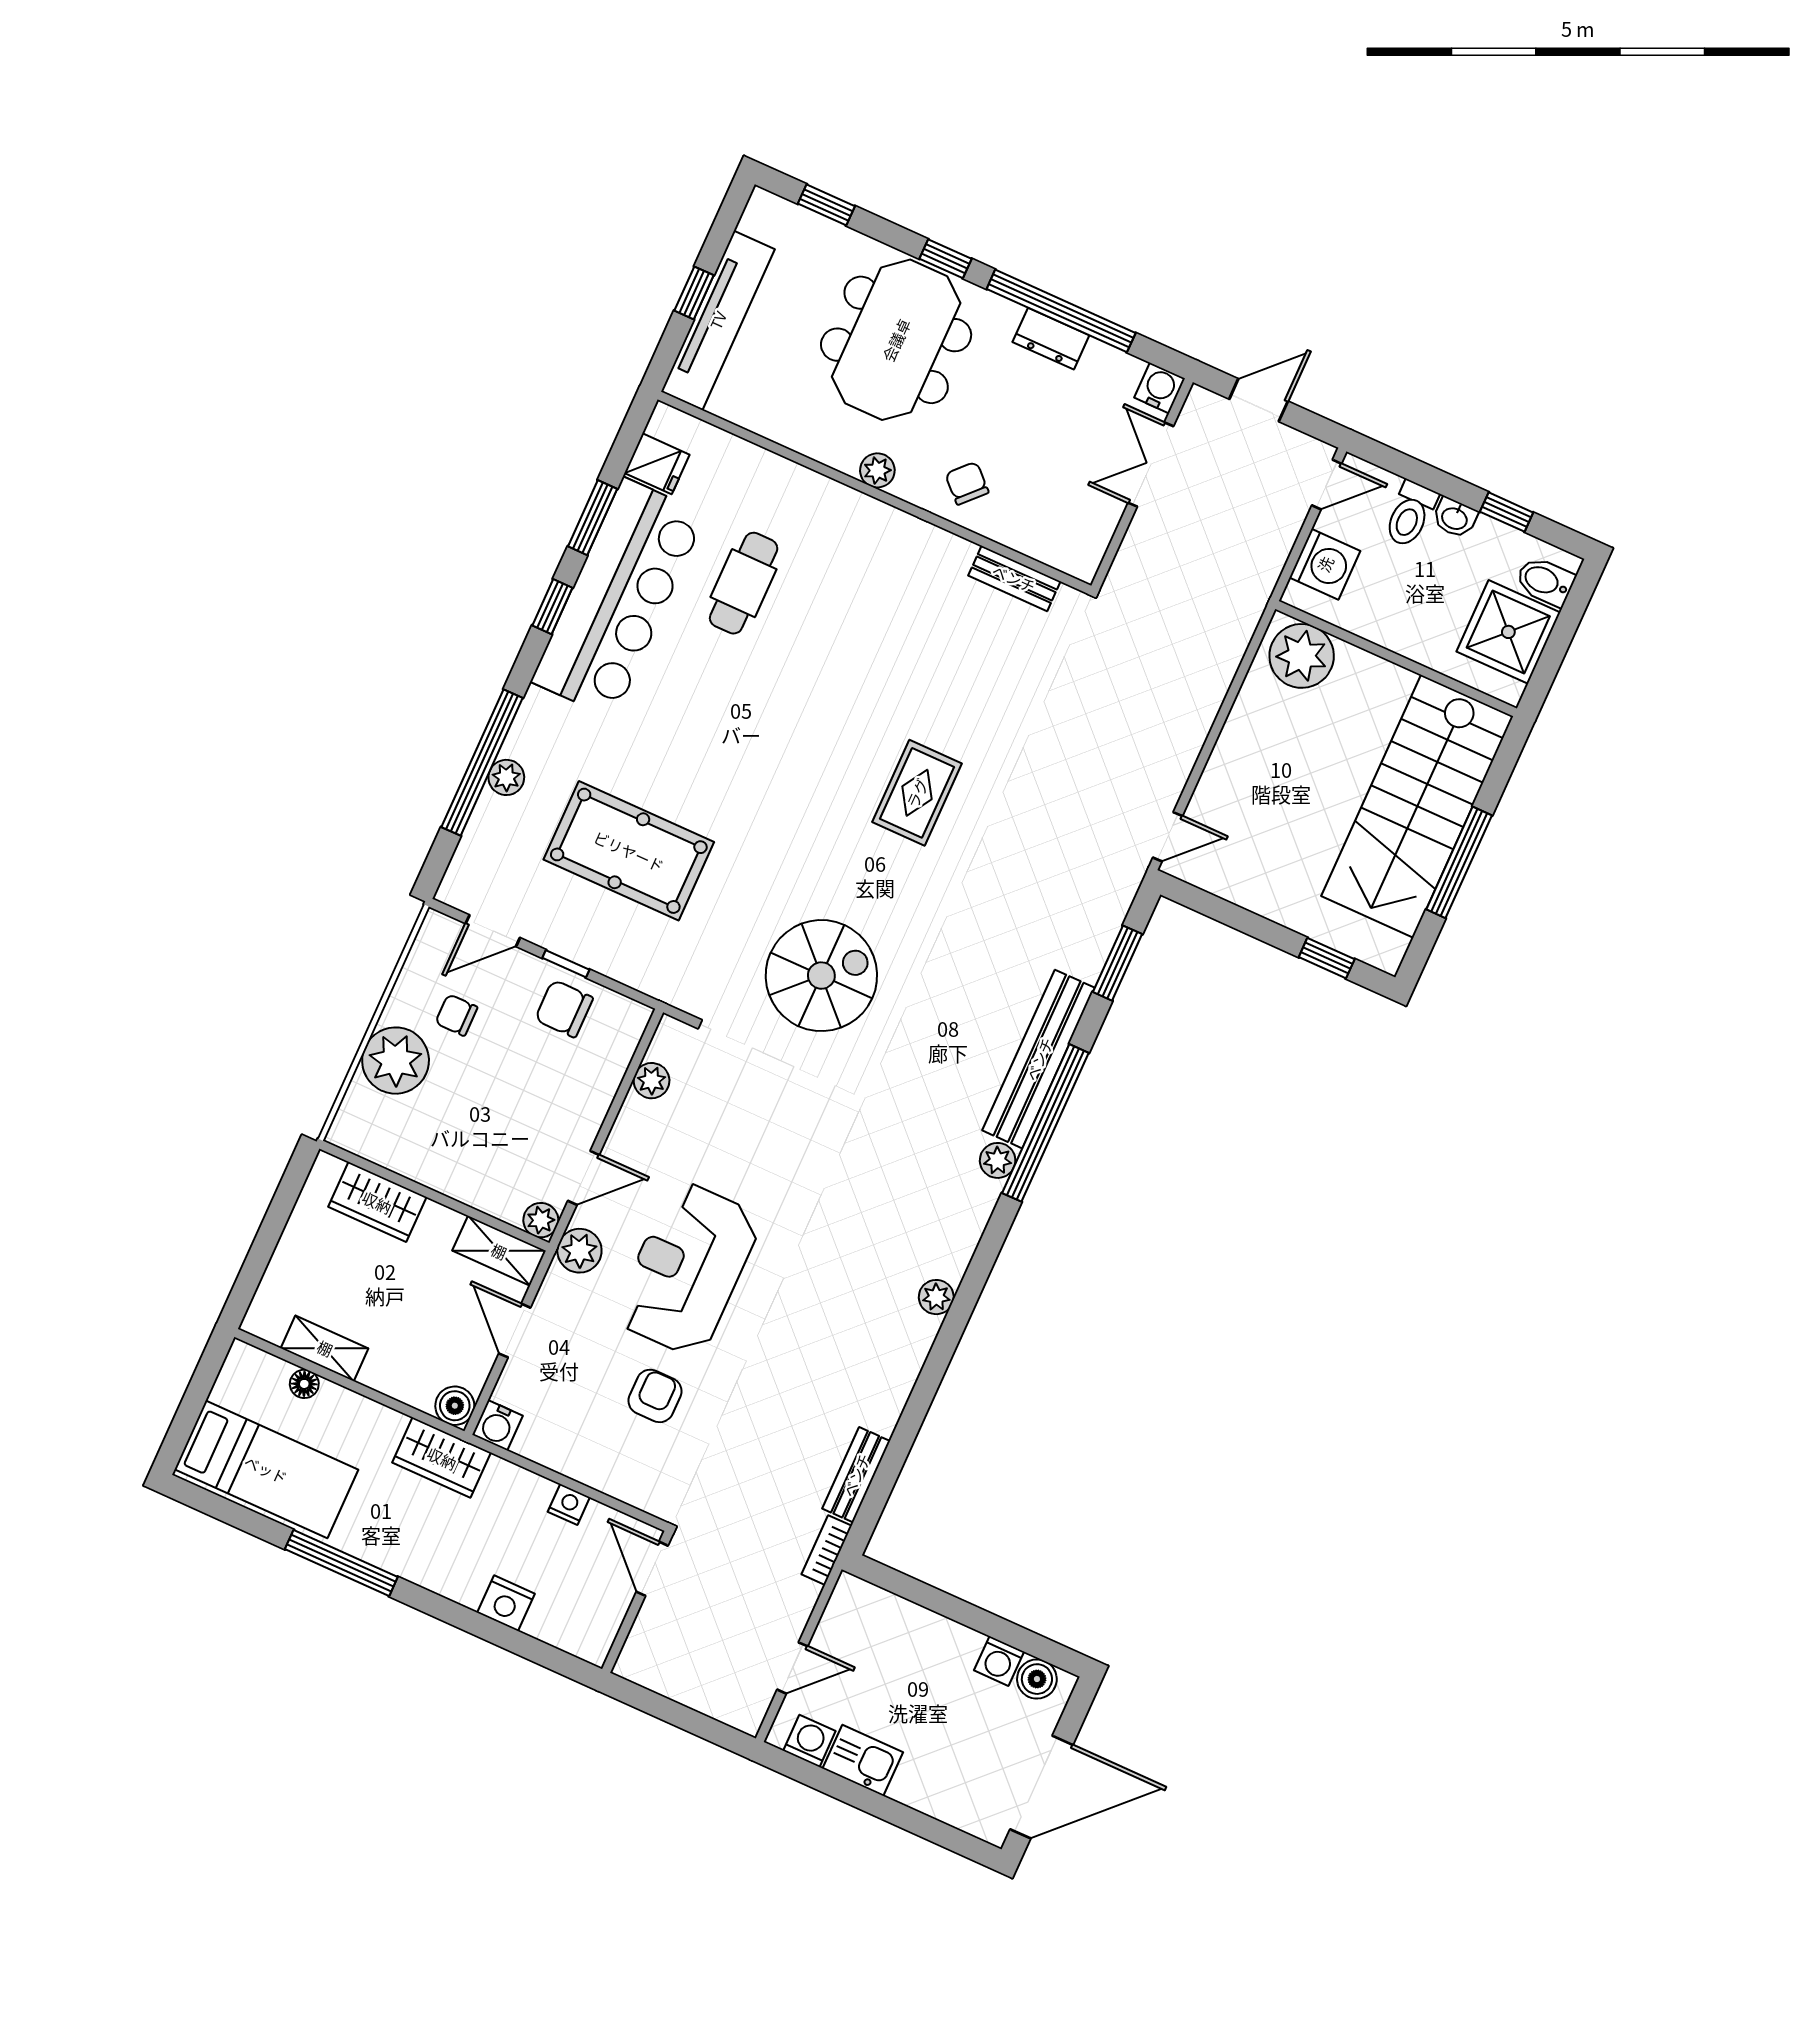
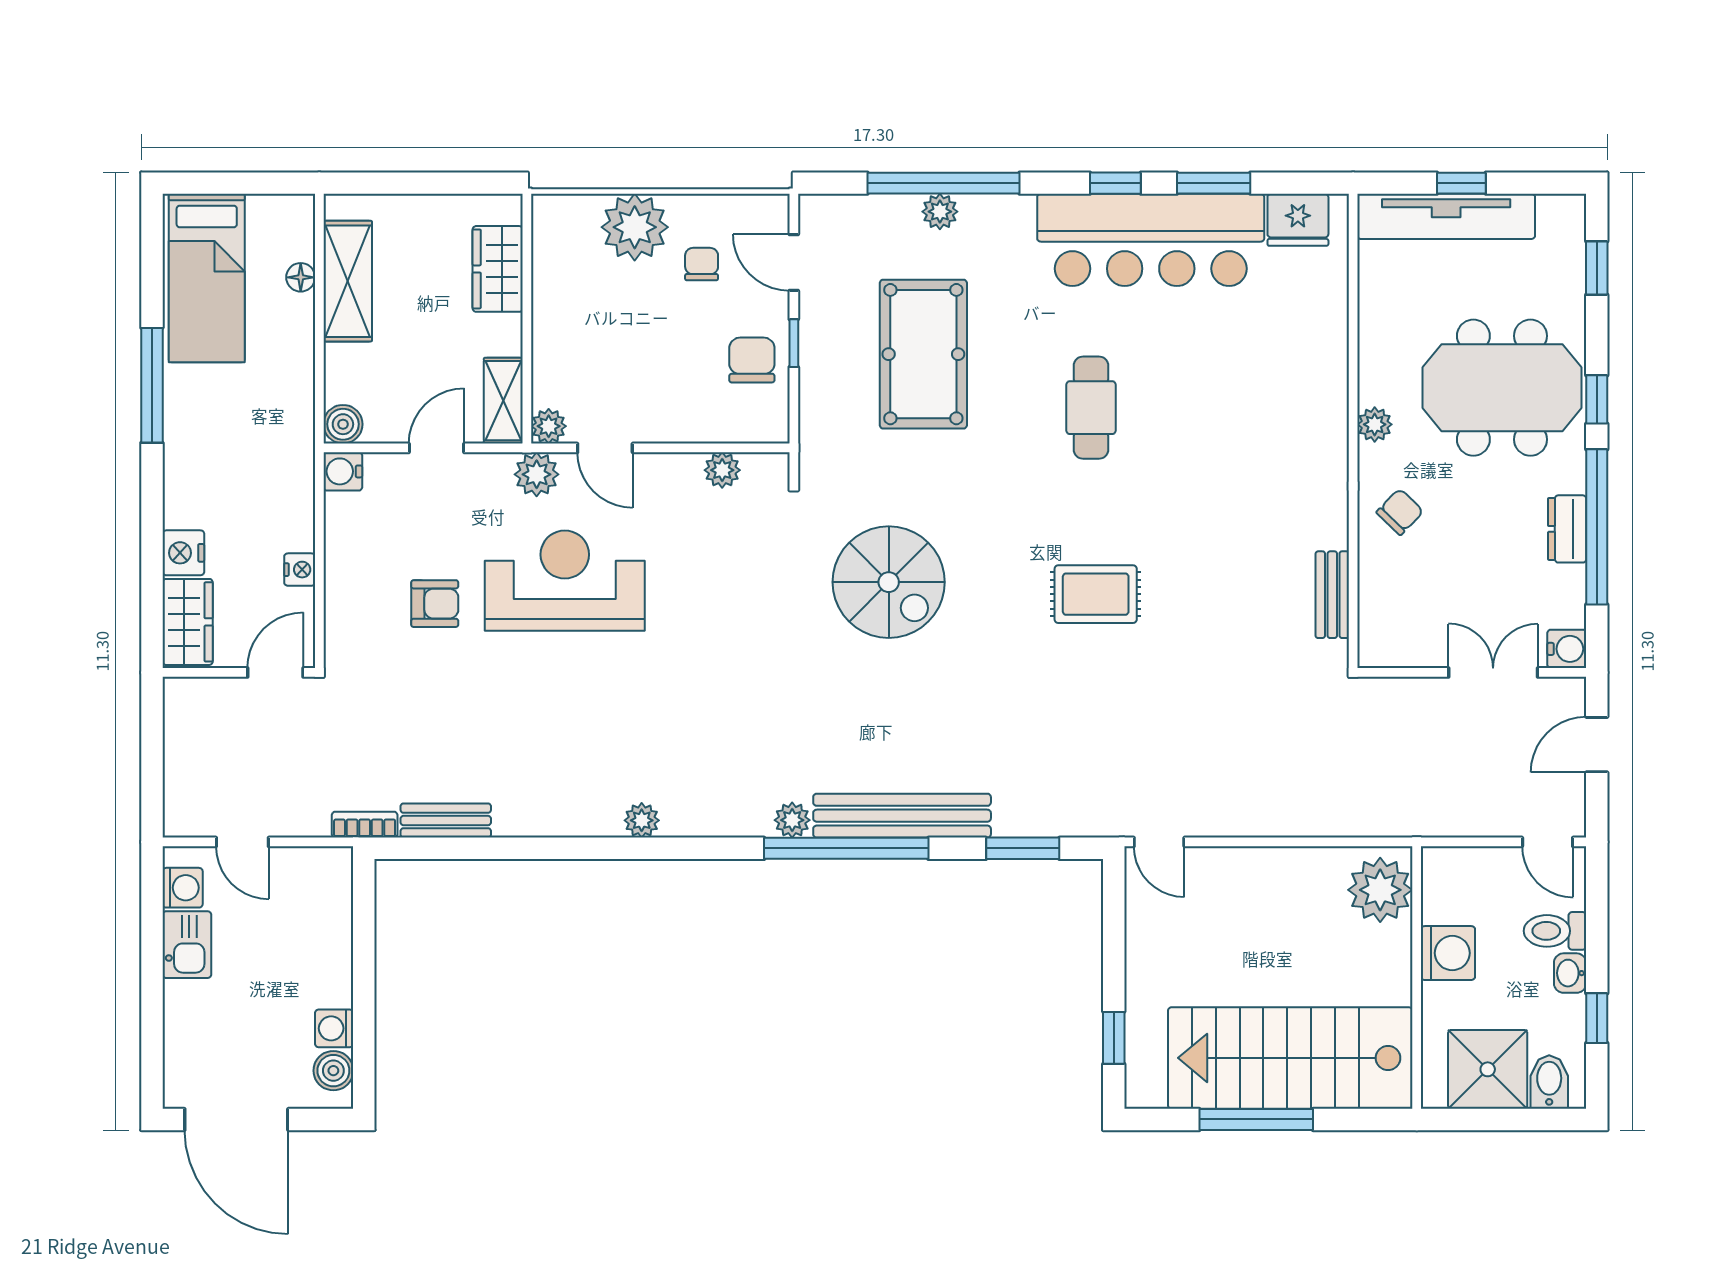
door: (1259, 400) -> (1597, 745), swing flipped
fridge: (657, 464) -> (1298, 220), width x1.38
washing machine: (1325, 564) -> (1448, 953), moved, turned -90
cafe table: (744, 583) -> (1091, 408), moved, turned 90
shelving: (325, 1348) -> (348, 281), width x1.50, depth x1.33
wardrobe: (442, 1458) -> (188, 622), moved, turned 180

